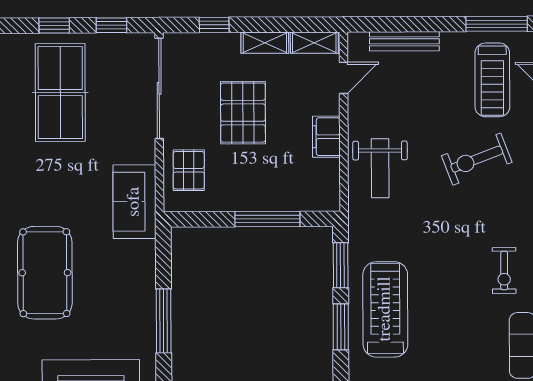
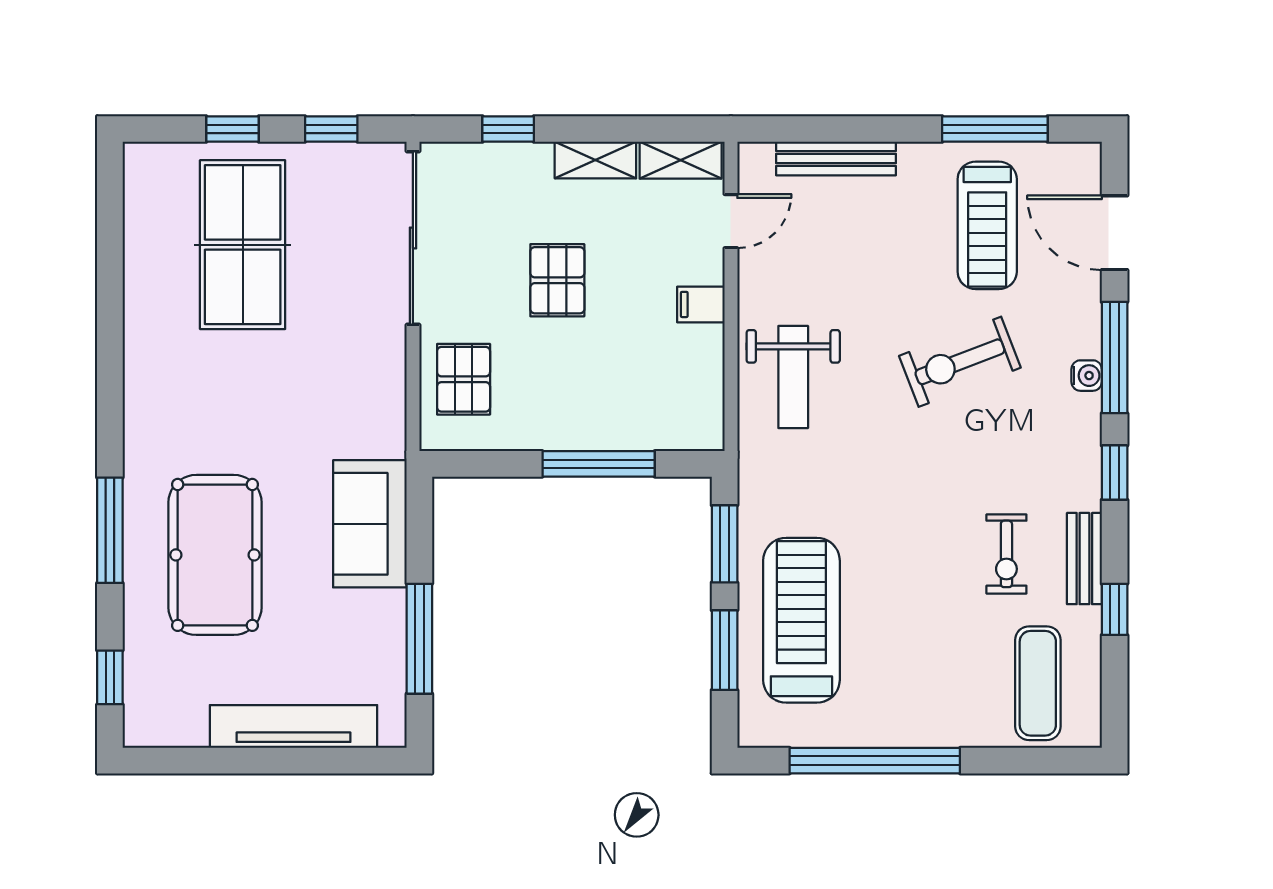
pallet: (243, 113) -> (557, 280), width x0.67, depth x0.71
filing cabinet: (326, 137) -> (701, 304), width x0.50
sofa: (134, 202) -> (370, 524), moved

